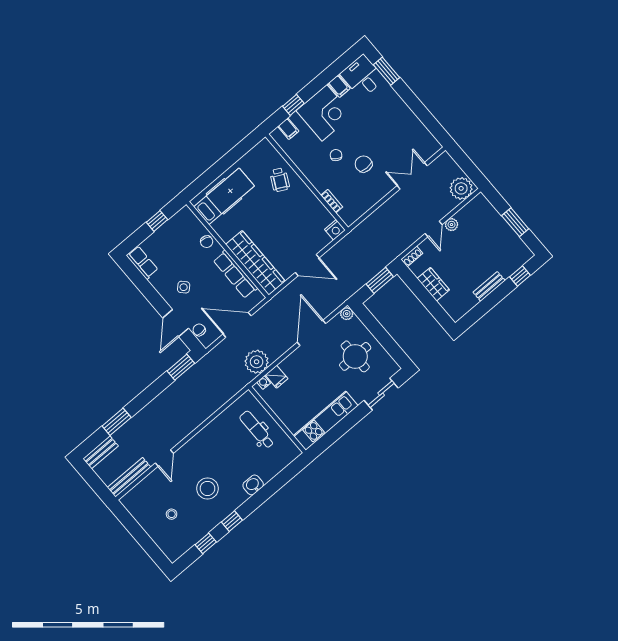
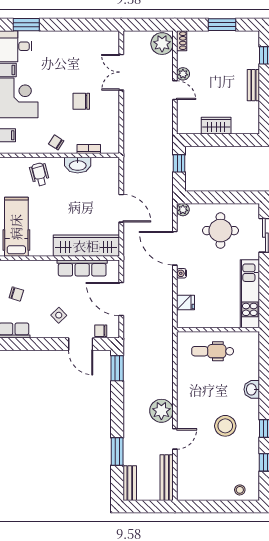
chair: (336, 155) -> (56, 142), moved
wheelchair: (280, 180) -> (40, 174), turned -132
washbasin: (312, 203) -> (78, 165), added
nightstand: (335, 230) -> (112, 165), removed
chair: (207, 242) -> (16, 294), moved
shoe rack: (412, 256) -> (182, 41), moved
door: (307, 265) -> (121, 208), hinge flipped
window: (380, 280) -> (179, 163), width x0.67
door: (237, 325) -> (121, 299), hinge flipped
plant: (257, 362) -> (161, 411), moved
water cooler: (264, 383) -> (182, 273), moved
door: (164, 458) -> (175, 439), hinge flipped
stool: (172, 514) -> (240, 490), moved

